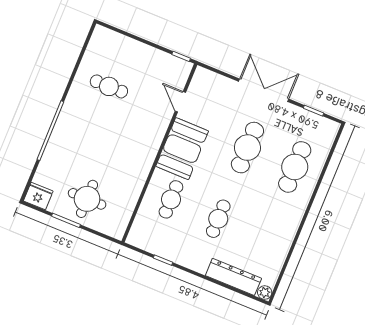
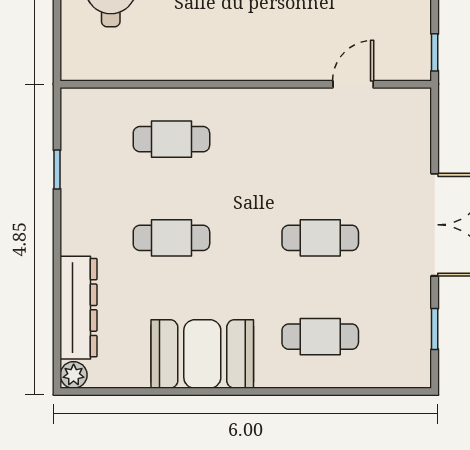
cafe table: (247, 148) -> (320, 238), width x0.73, depth x0.74
booth: (182, 149) -> (202, 354), moved
cafe table: (295, 167) -> (320, 337), width x0.73, depth x0.74

